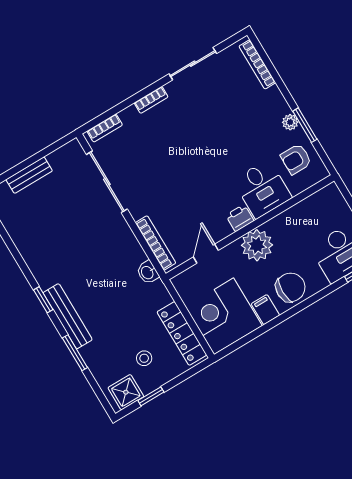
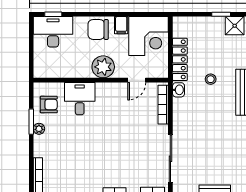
printer: (240, 218) -> (104, 89), removed
locker: (182, 333) -> (180, 59), moved
stool: (144, 358) -> (211, 79), moved

